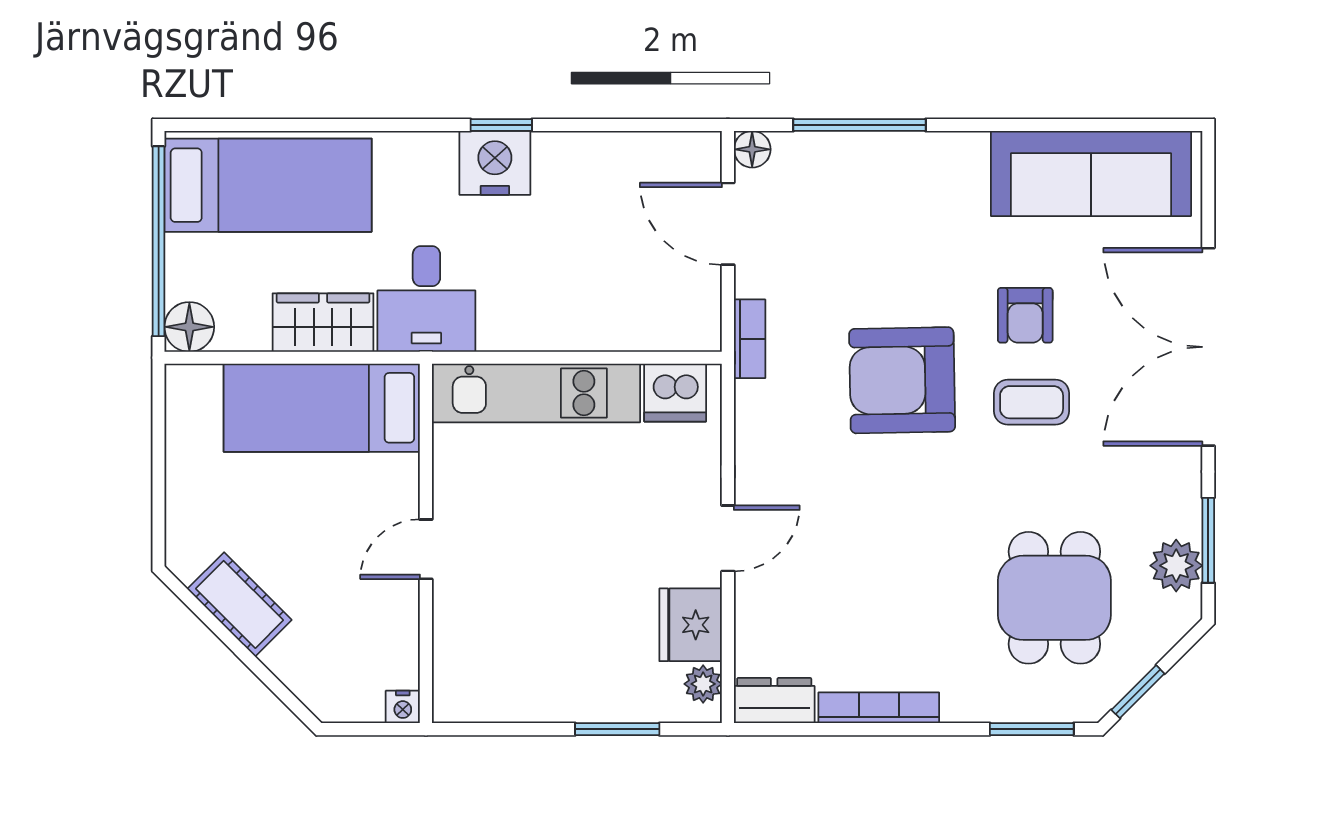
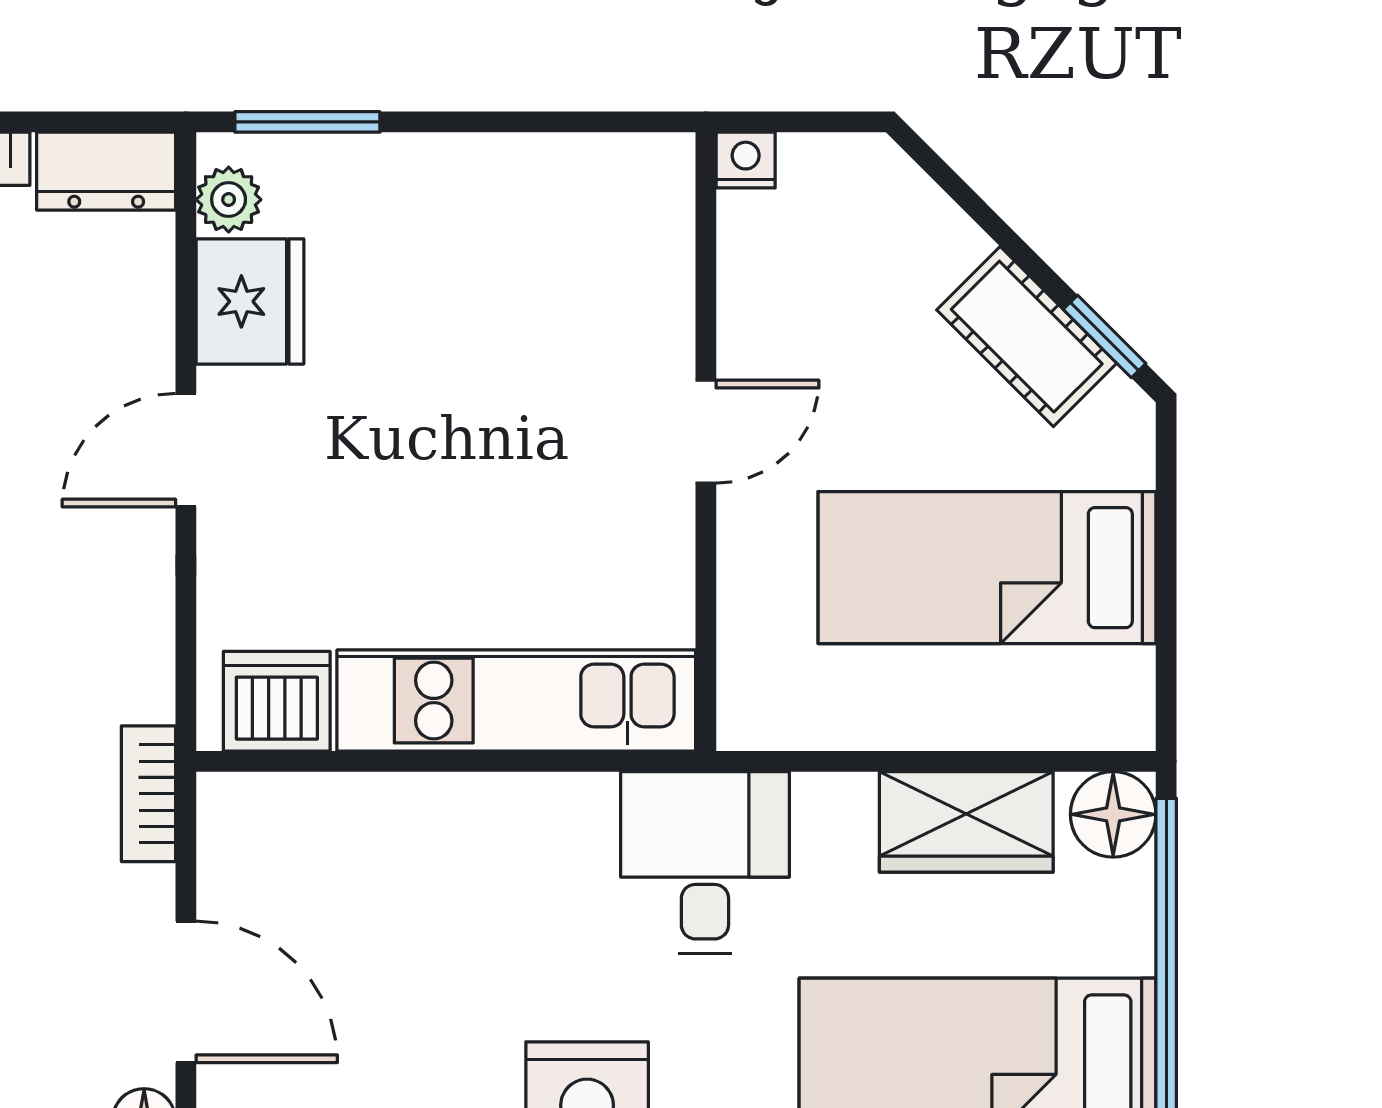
wardrobe: (323, 323) -> (966, 822), moved
bed: (322, 408) -> (987, 568), moved, turned 180
window: (194, 604) -> (1105, 336), added
window: (617, 729) -> (307, 122), moved

